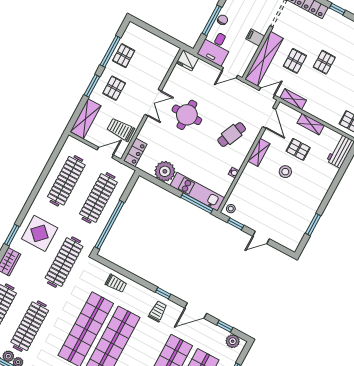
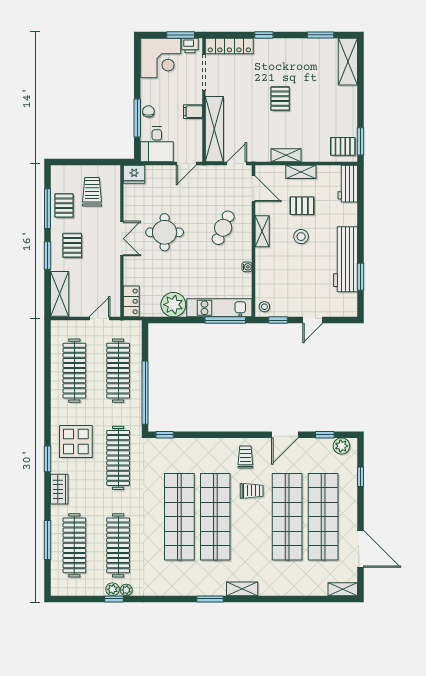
pallet: (295, 61) -> (248, 114), removed
shelving: (293, 99) -> (286, 155), moved
trolley: (121, 129) -> (92, 192), moved, turned 90
workbench: (309, 206) -> (345, 259), added
trolley: (116, 283) -> (252, 491), moved
window: (163, 293) -> (165, 435), moved

